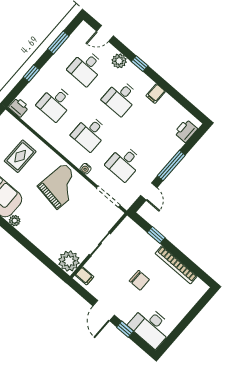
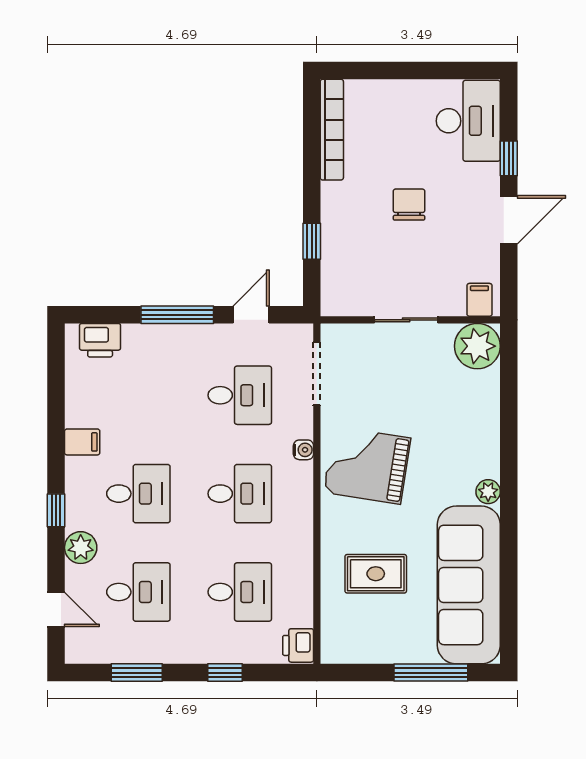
bookcase: (176, 265) -> (332, 130), moved

